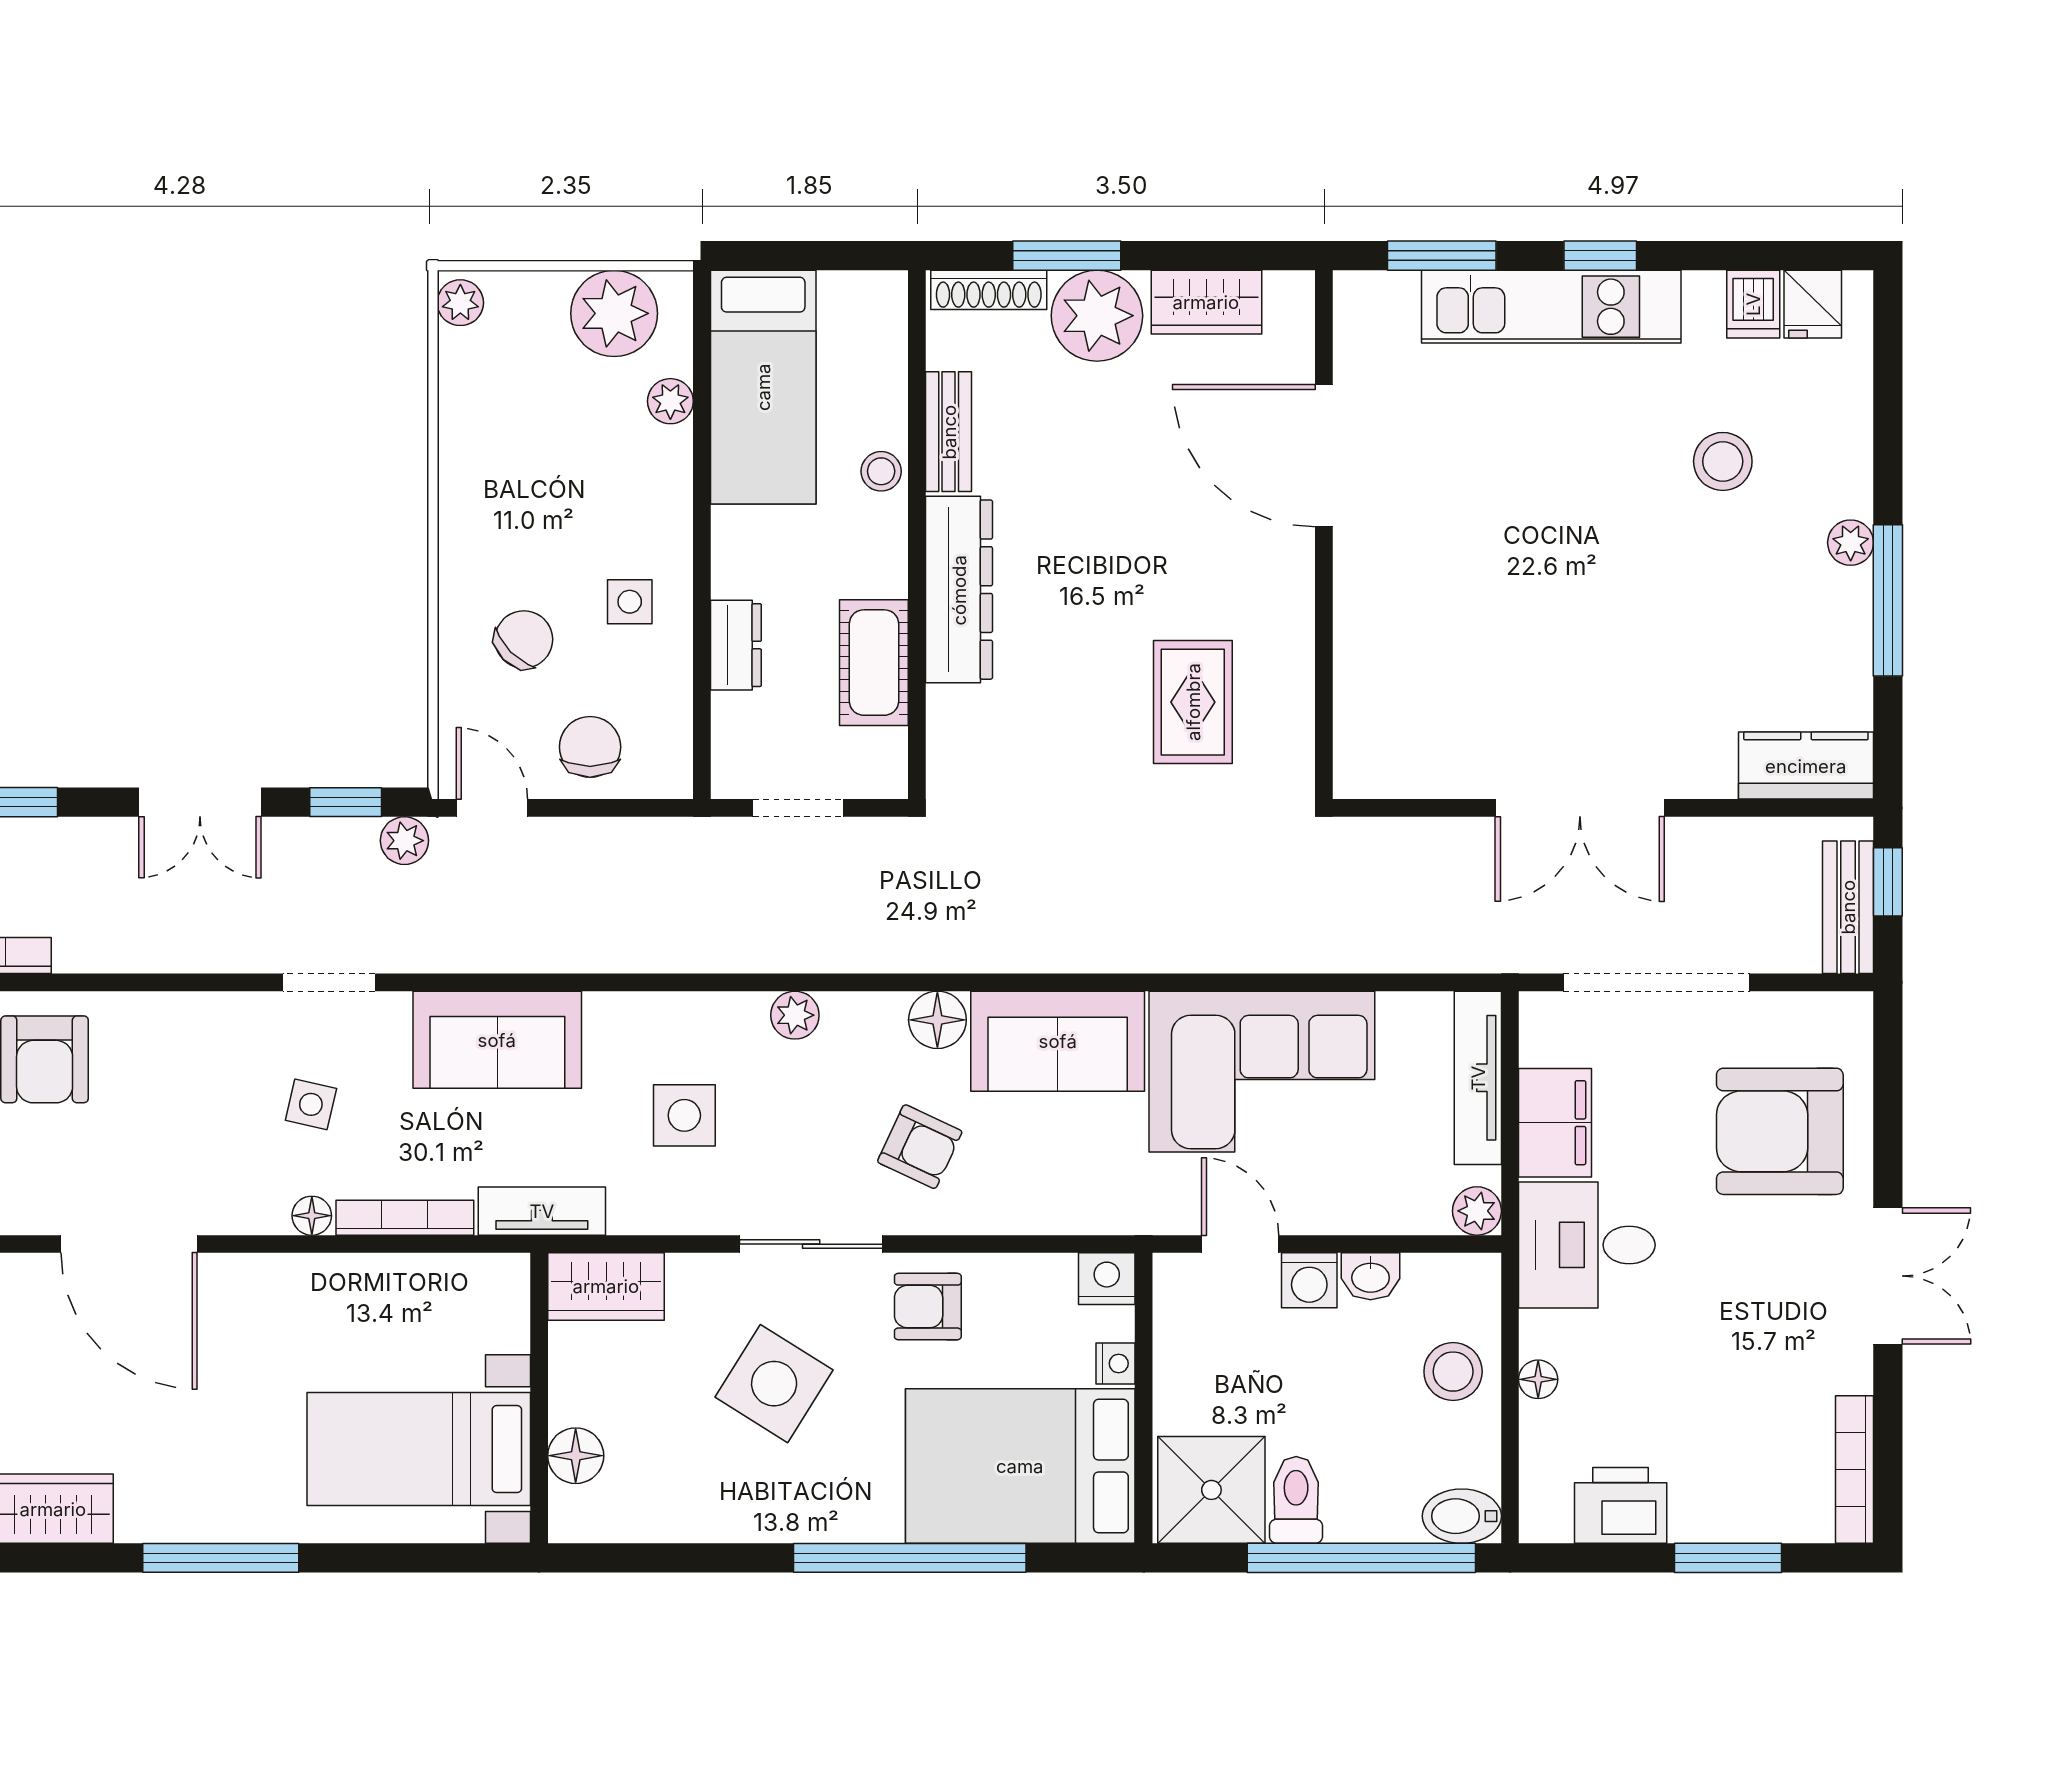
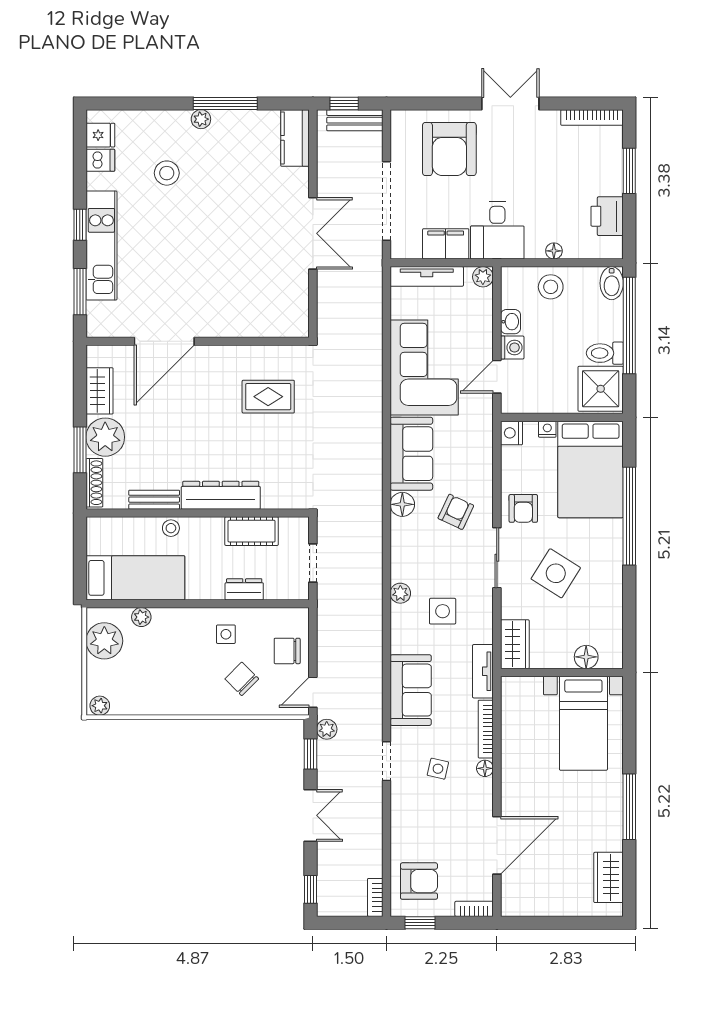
plant: (795, 1015) -> (400, 593), moved

